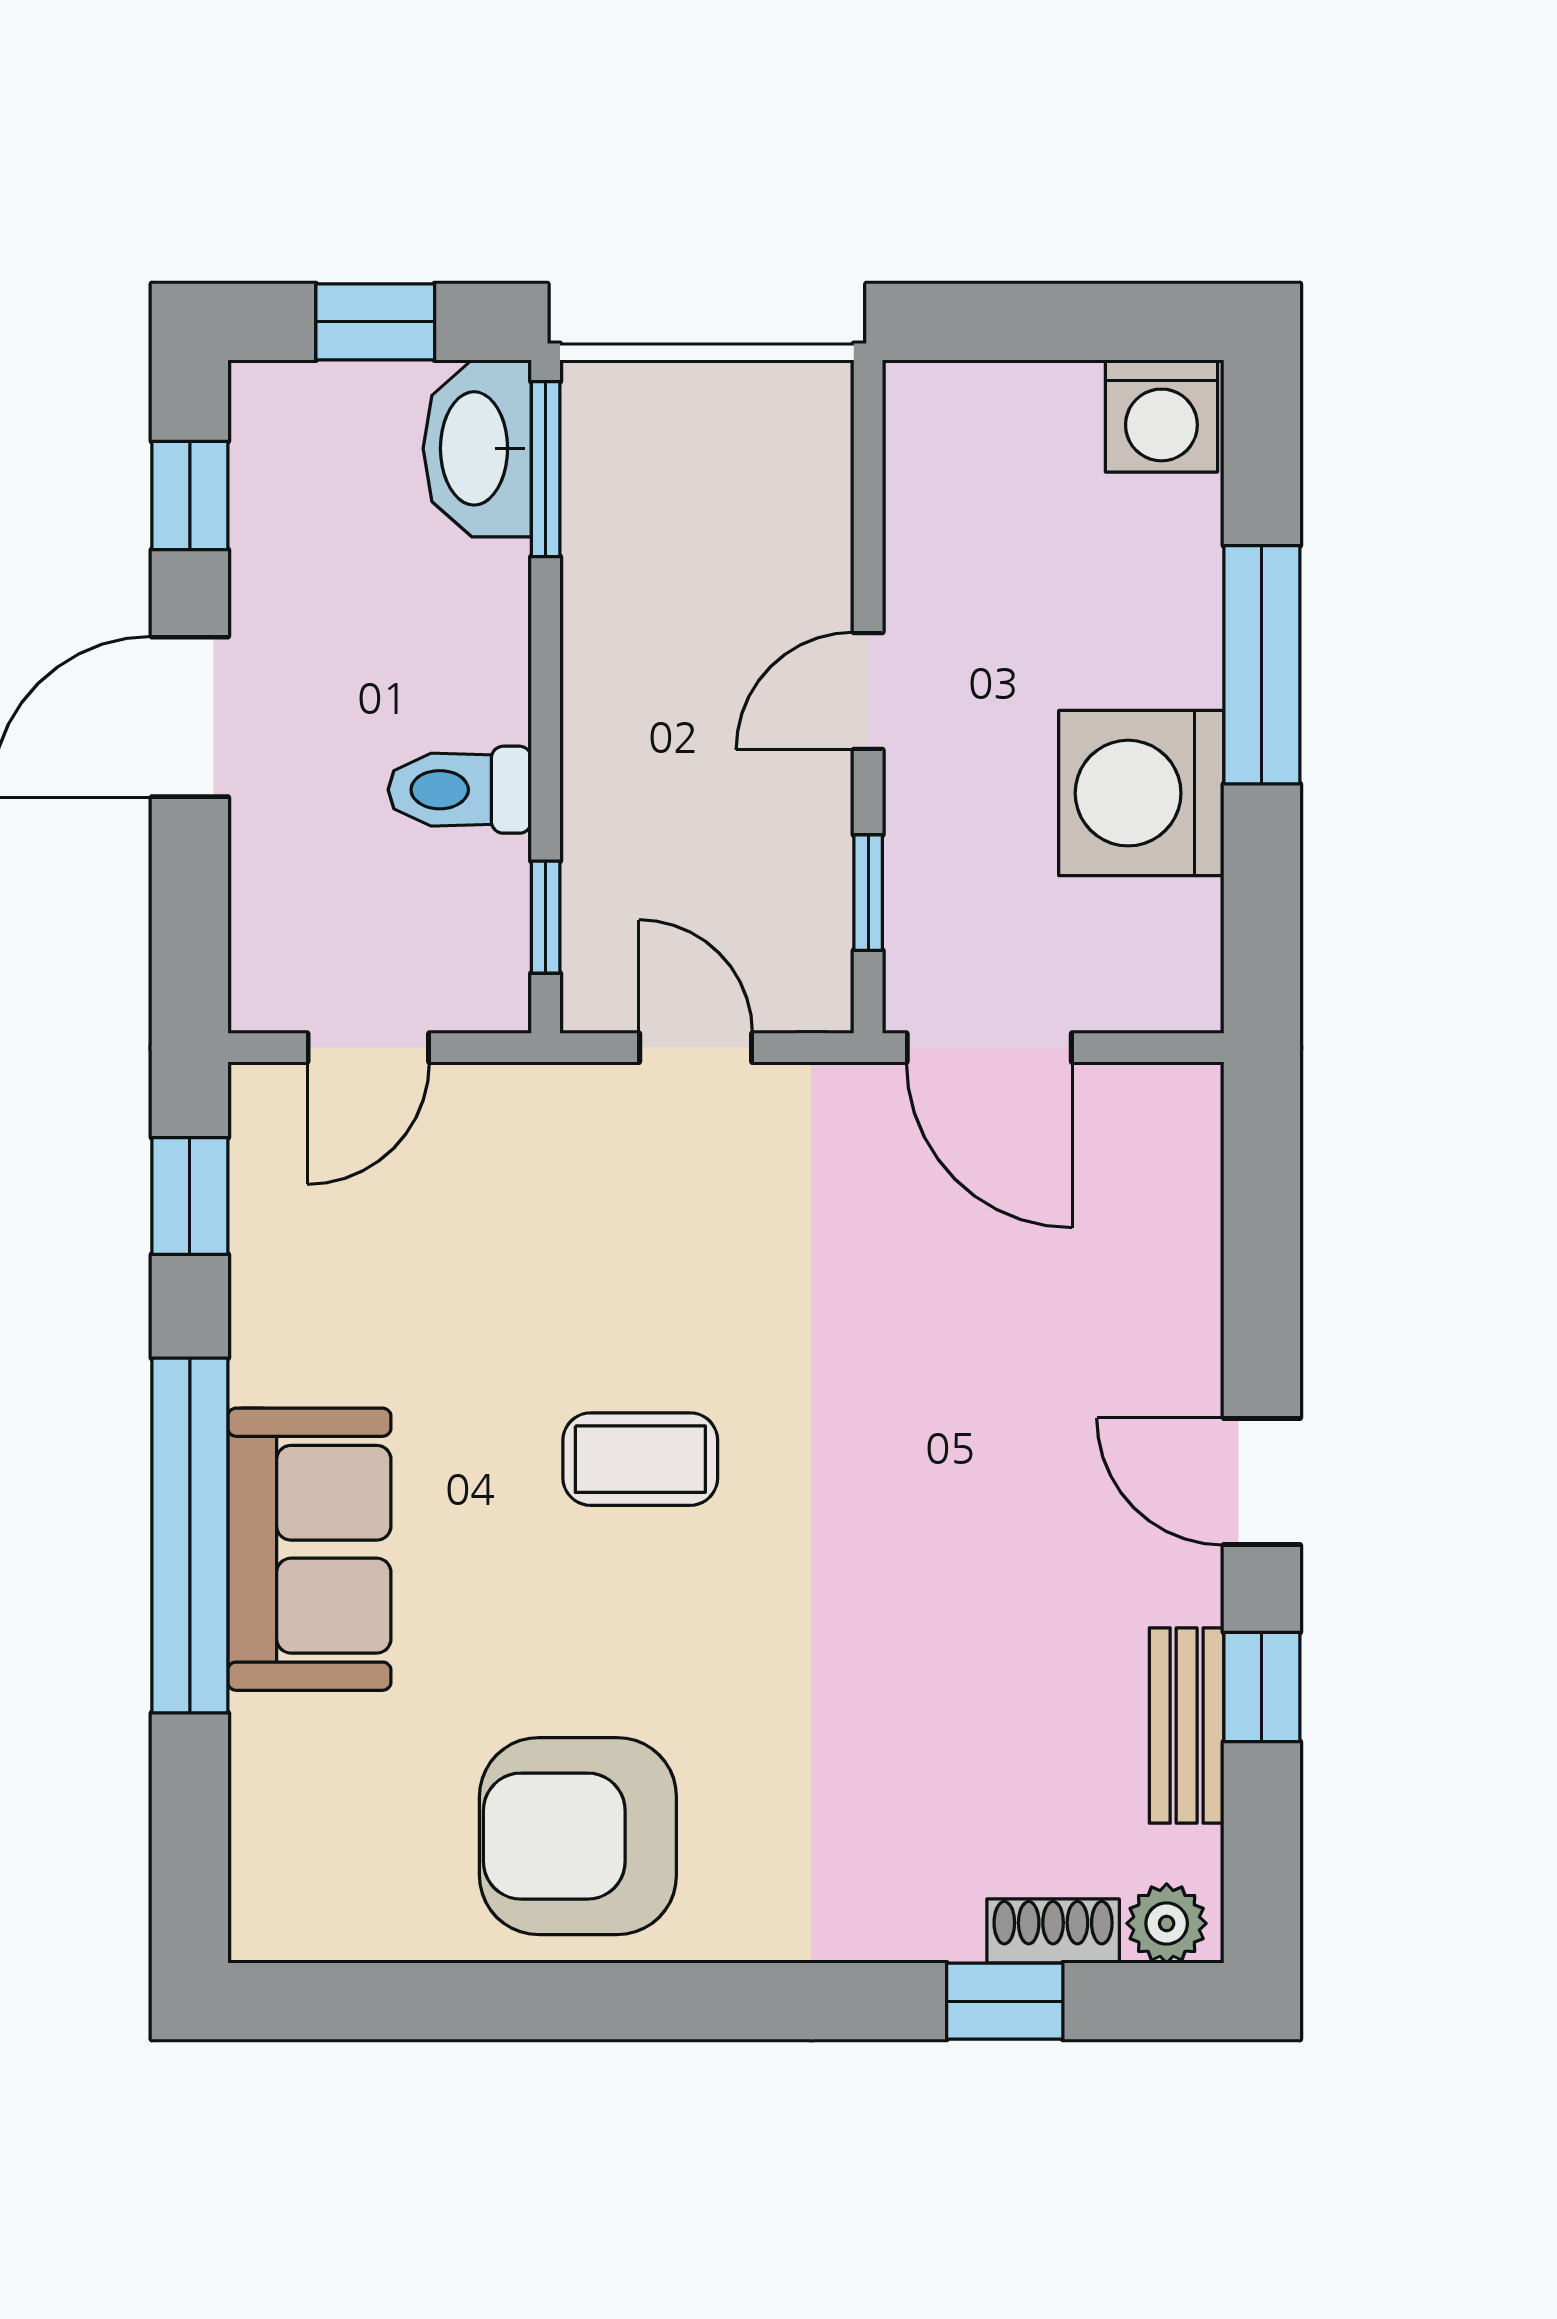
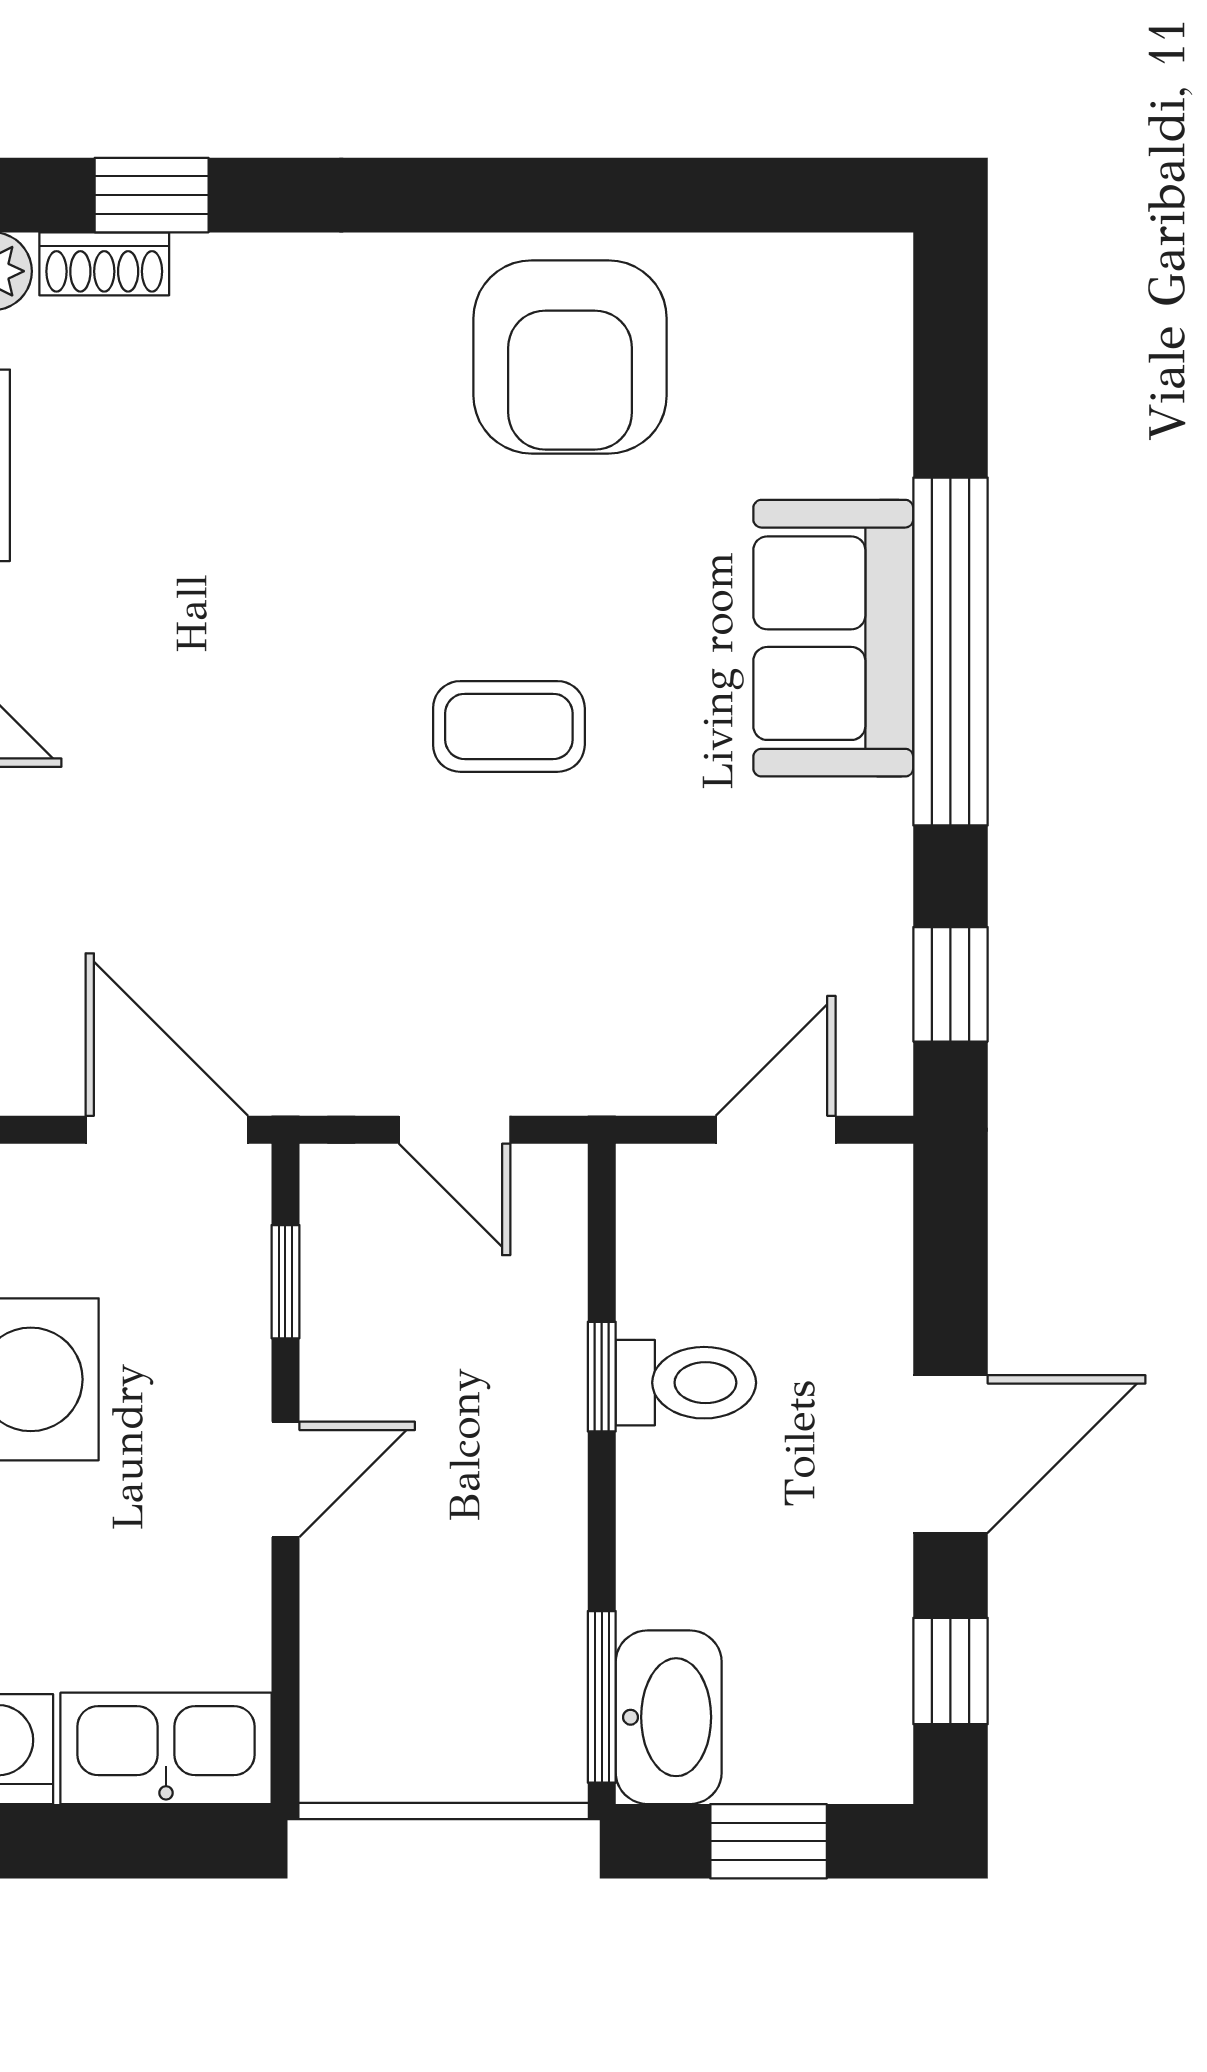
kitchen sink: (990, 417) -> (166, 1748), added
window: (546, 917) -> (602, 1377), moved
armchair: (578, 1836) -> (570, 357), turned 90

